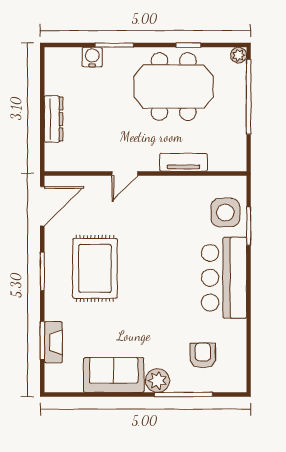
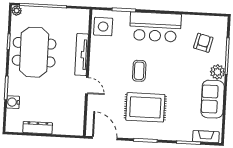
dresser: (54, 119) -> (38, 128), moved
tv unit: (183, 162) -> (82, 55), width x1.41
side table: (225, 213) -> (103, 27), moved
coffee table: (153, 256) -> (139, 71), added
fireplace: (53, 342) -> (206, 137), moved
armchair: (203, 356) -> (203, 43), turned 104

